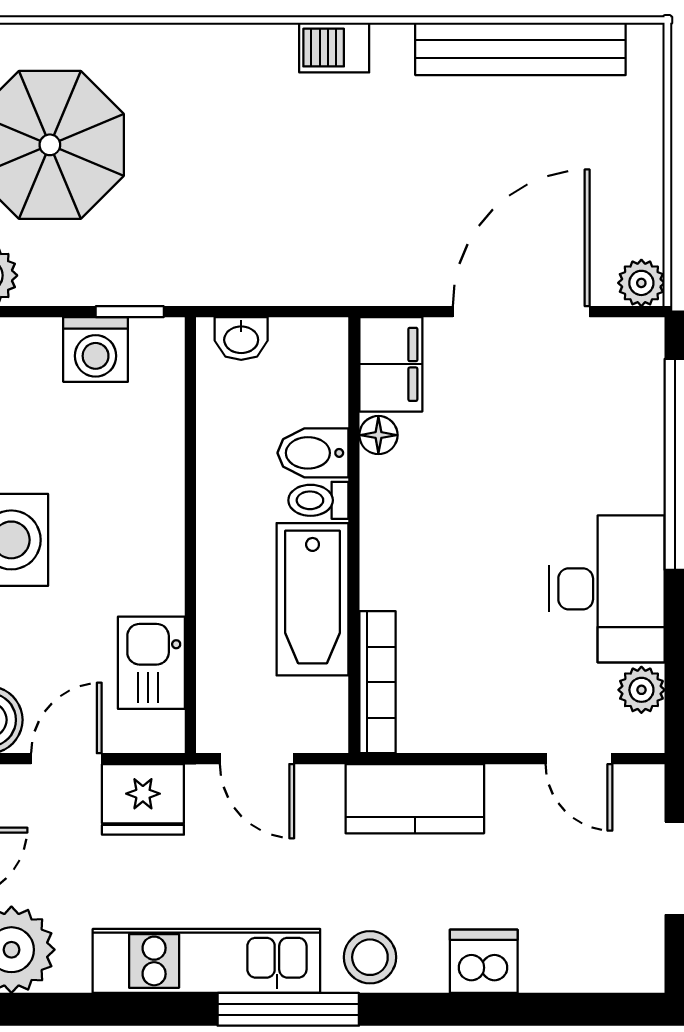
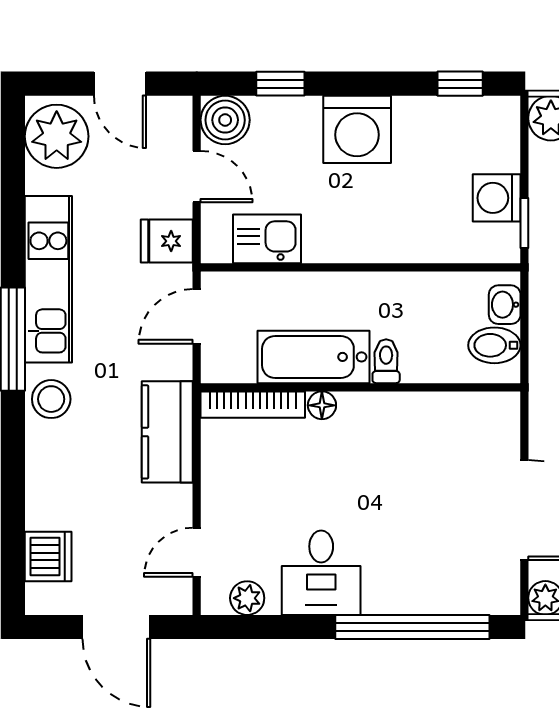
filing cabinet: (391, 364) -> (486, 414), removed
floor lamp: (378, 435) -> (322, 405), moved
bidet: (313, 453) -> (494, 345), moved, turned -90
desk: (607, 589) -> (321, 573), width x0.73
fridge: (143, 799) -> (167, 241), width x0.72
dishwasher: (484, 961) -> (48, 557), moved

